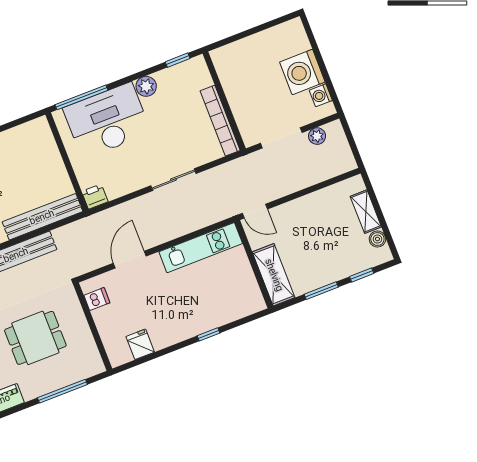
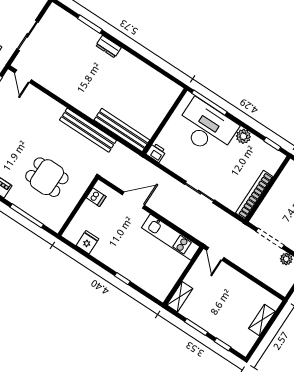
boiler: (377, 239) -> (251, 339), removed
shelving: (274, 275) -> (180, 297), width x0.67, depth x0.75

